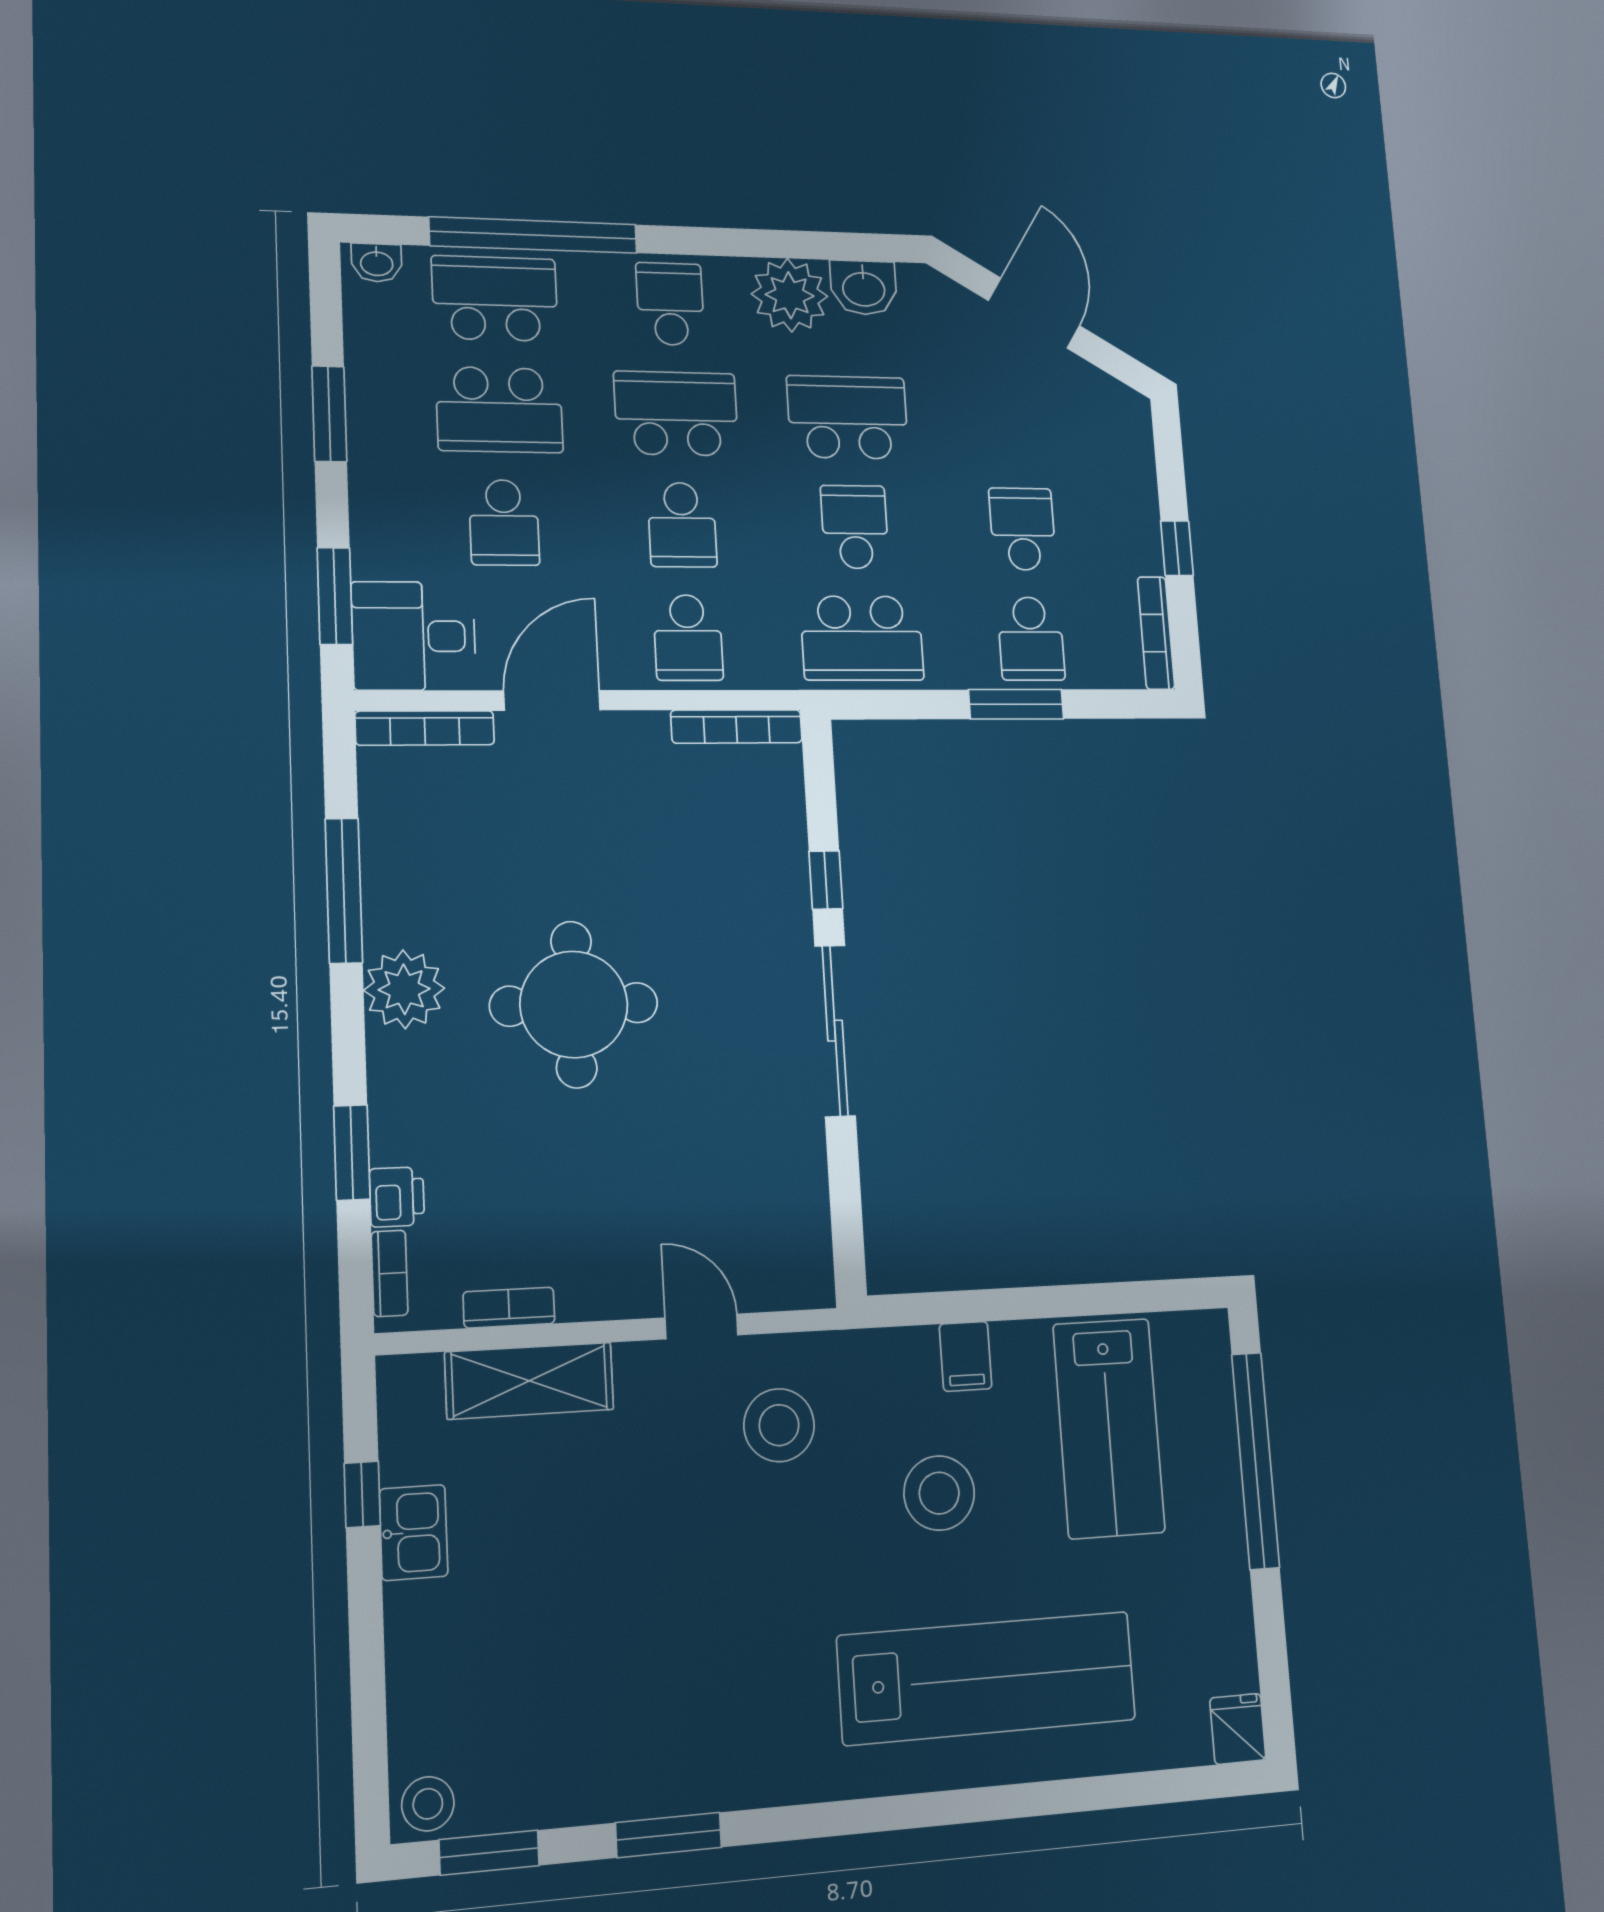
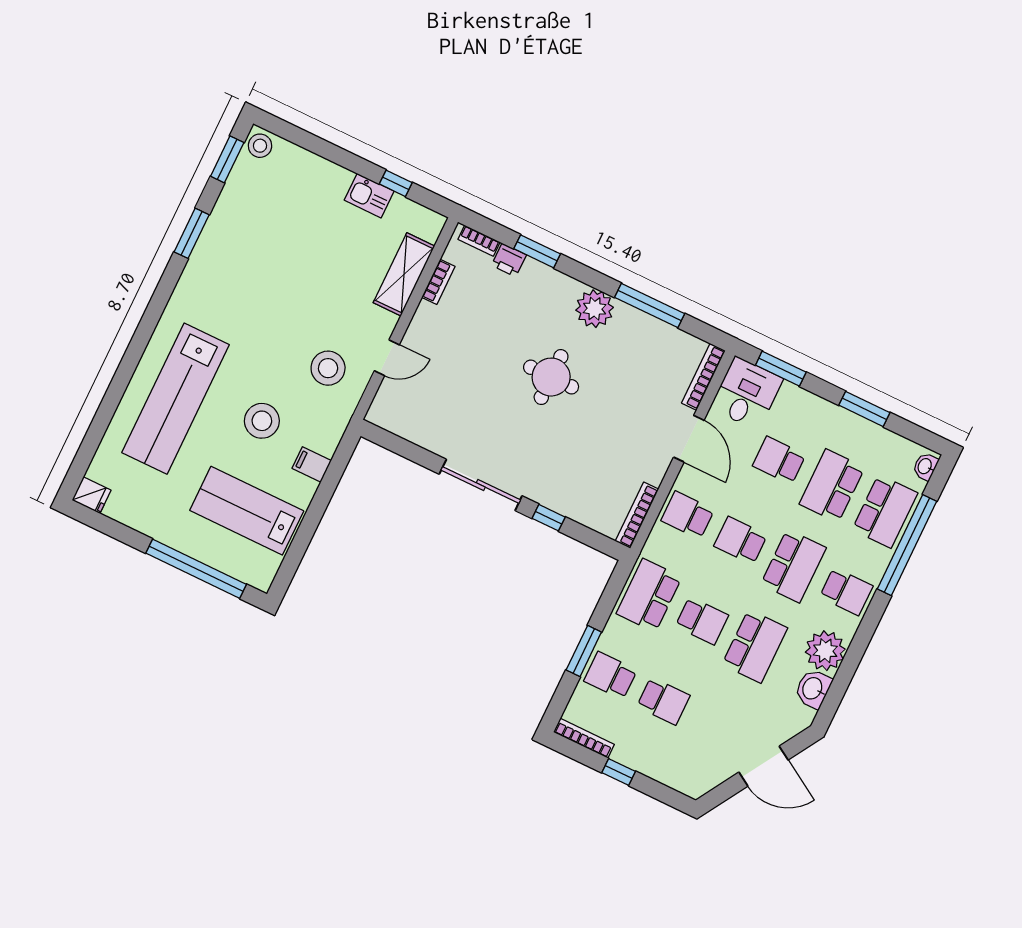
round table: (574, 1004) -> (551, 377), width x0.73, depth x0.73

